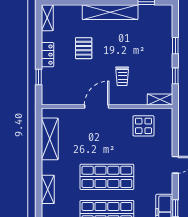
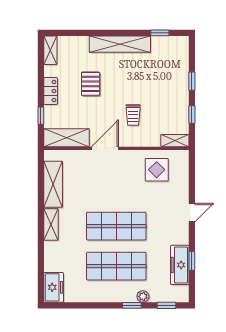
shelving: (62, 97) -> (66, 138), added
shelving: (48, 189) -> (51, 224), moved

